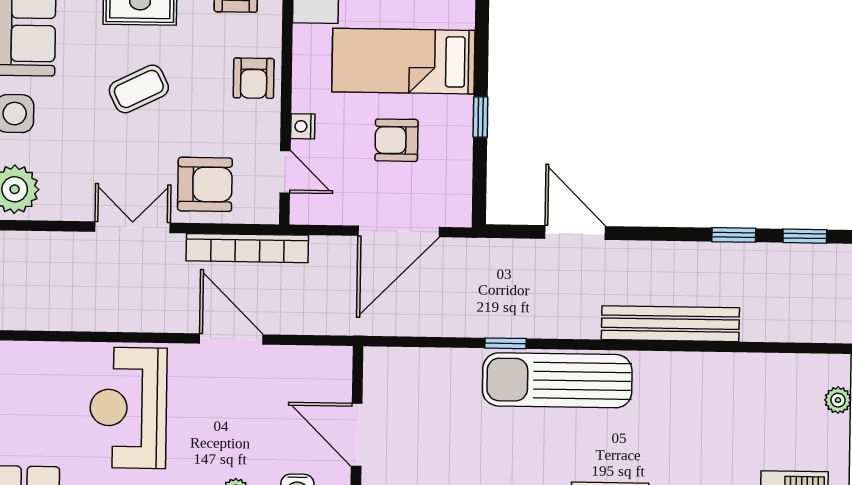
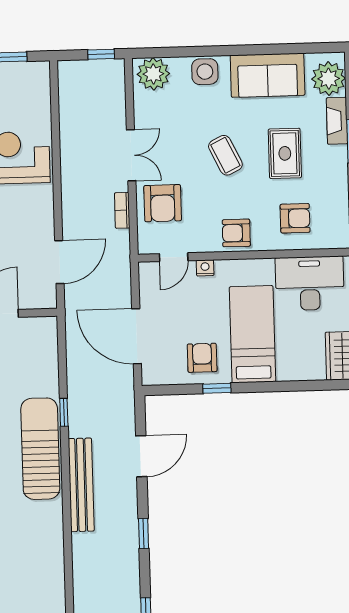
armchair: (396, 140) -> (202, 358), moved
window: (734, 235) -> (144, 534), moved
bookcase: (247, 248) -> (122, 210), width x0.43, depth x0.76
bench: (670, 324) -> (81, 485), moved
door: (231, 339) -> (59, 262), moved

